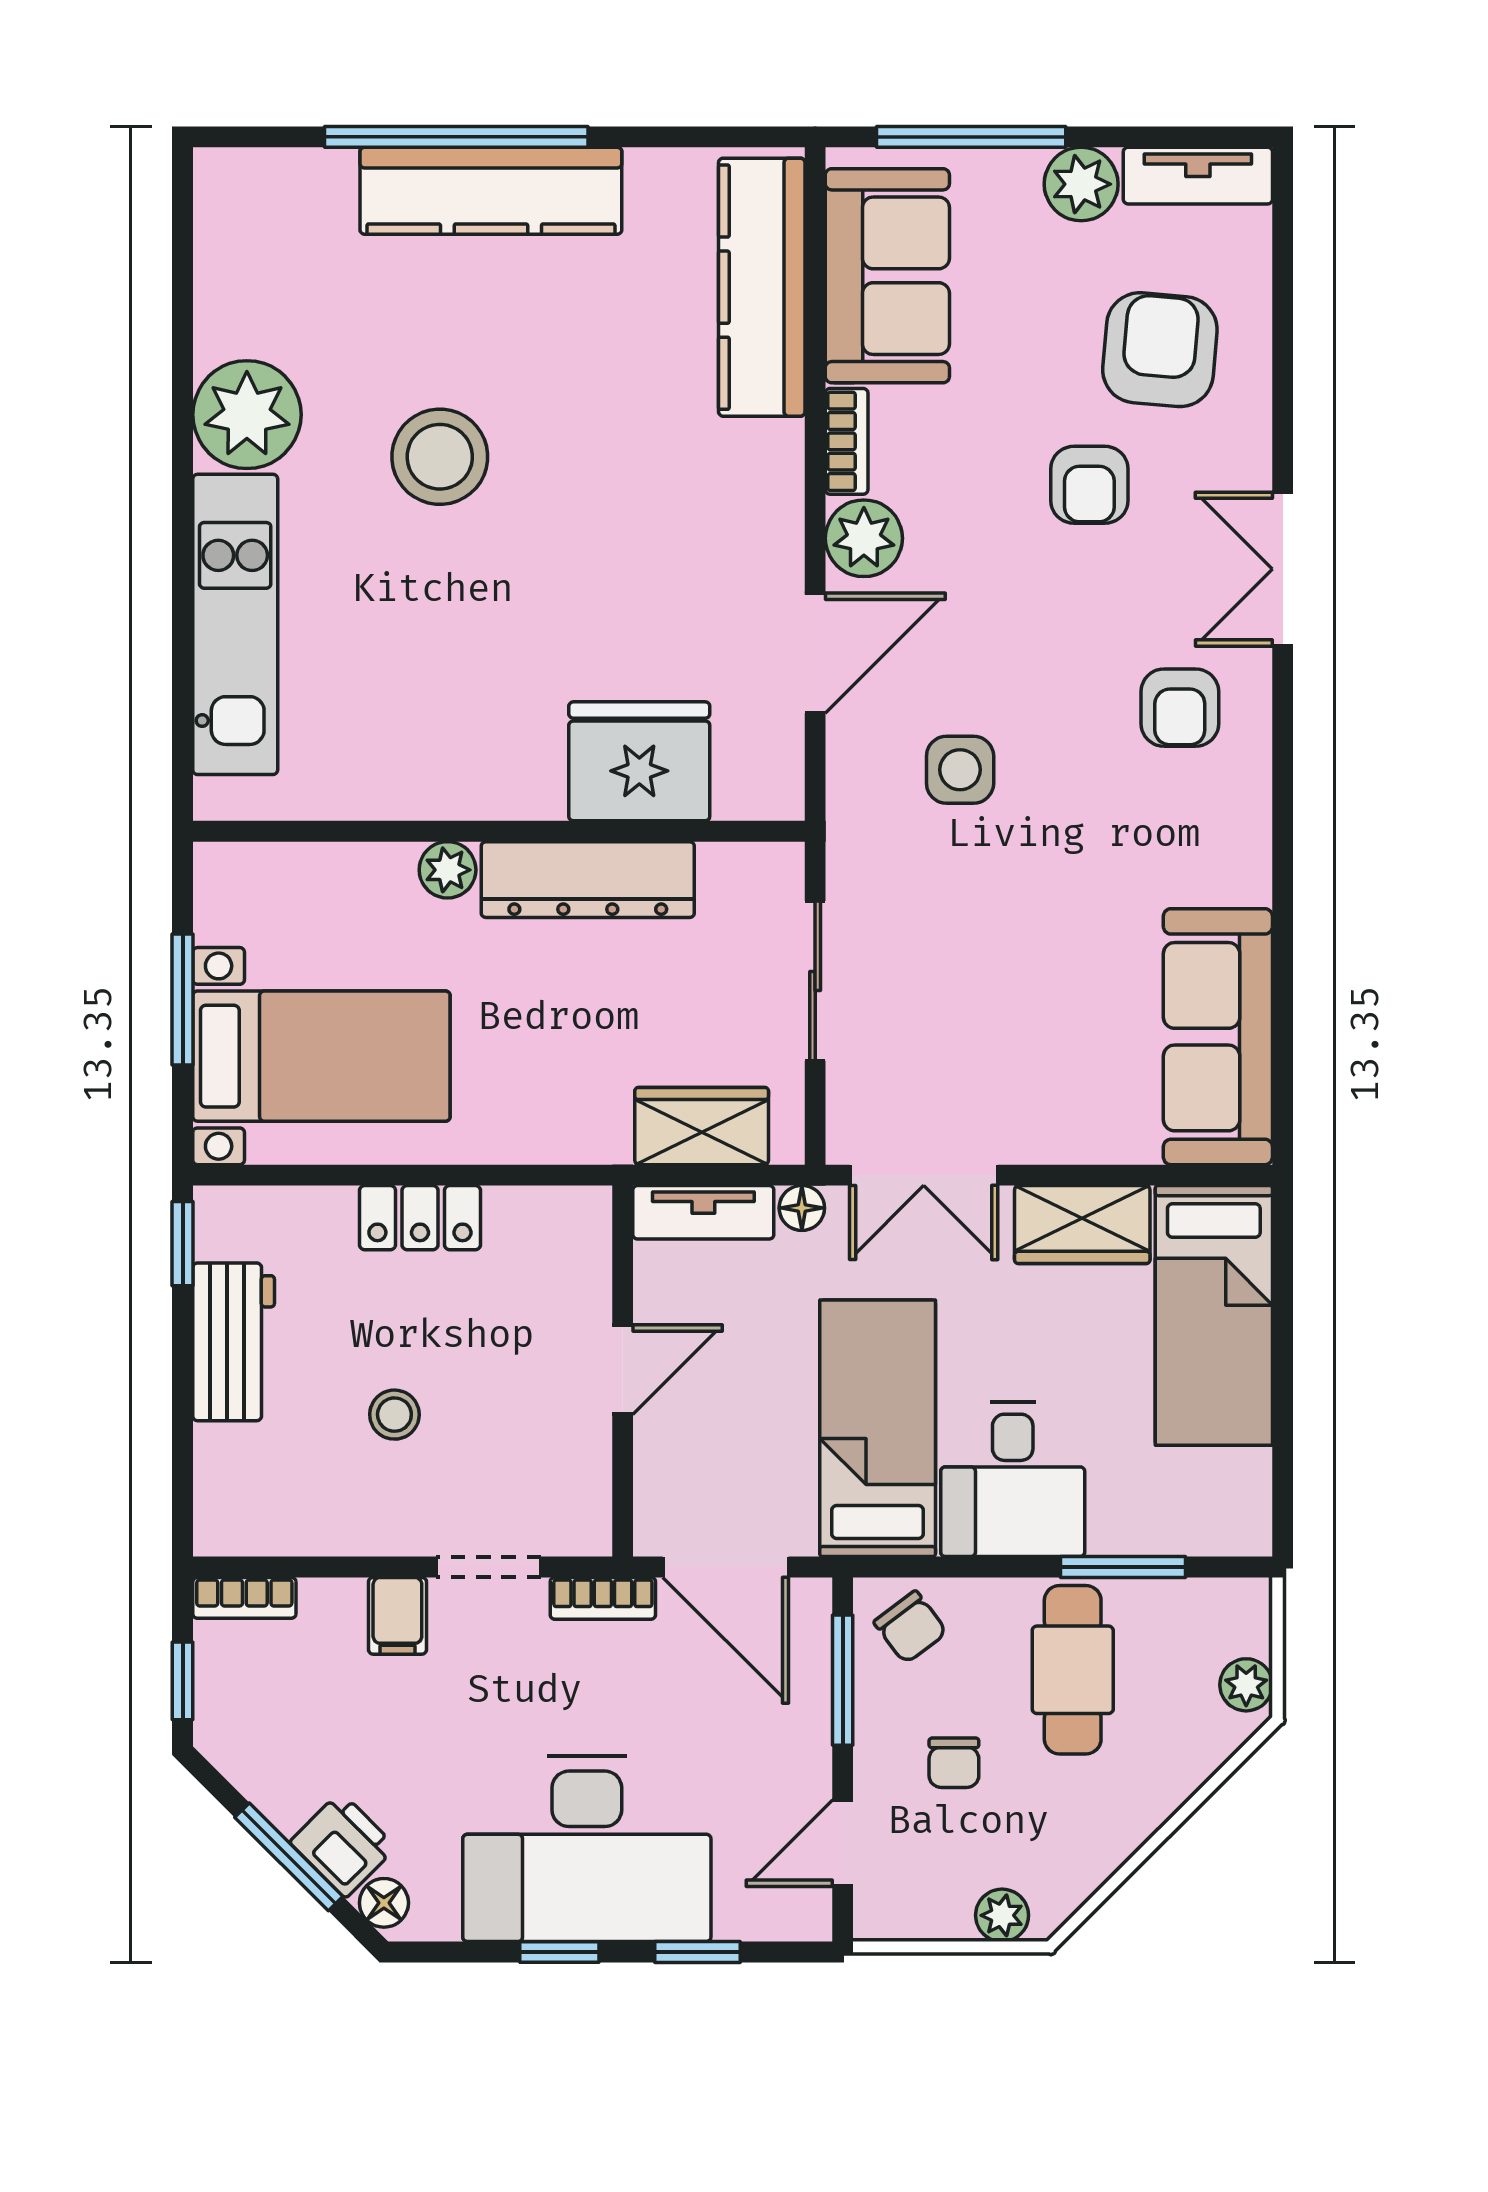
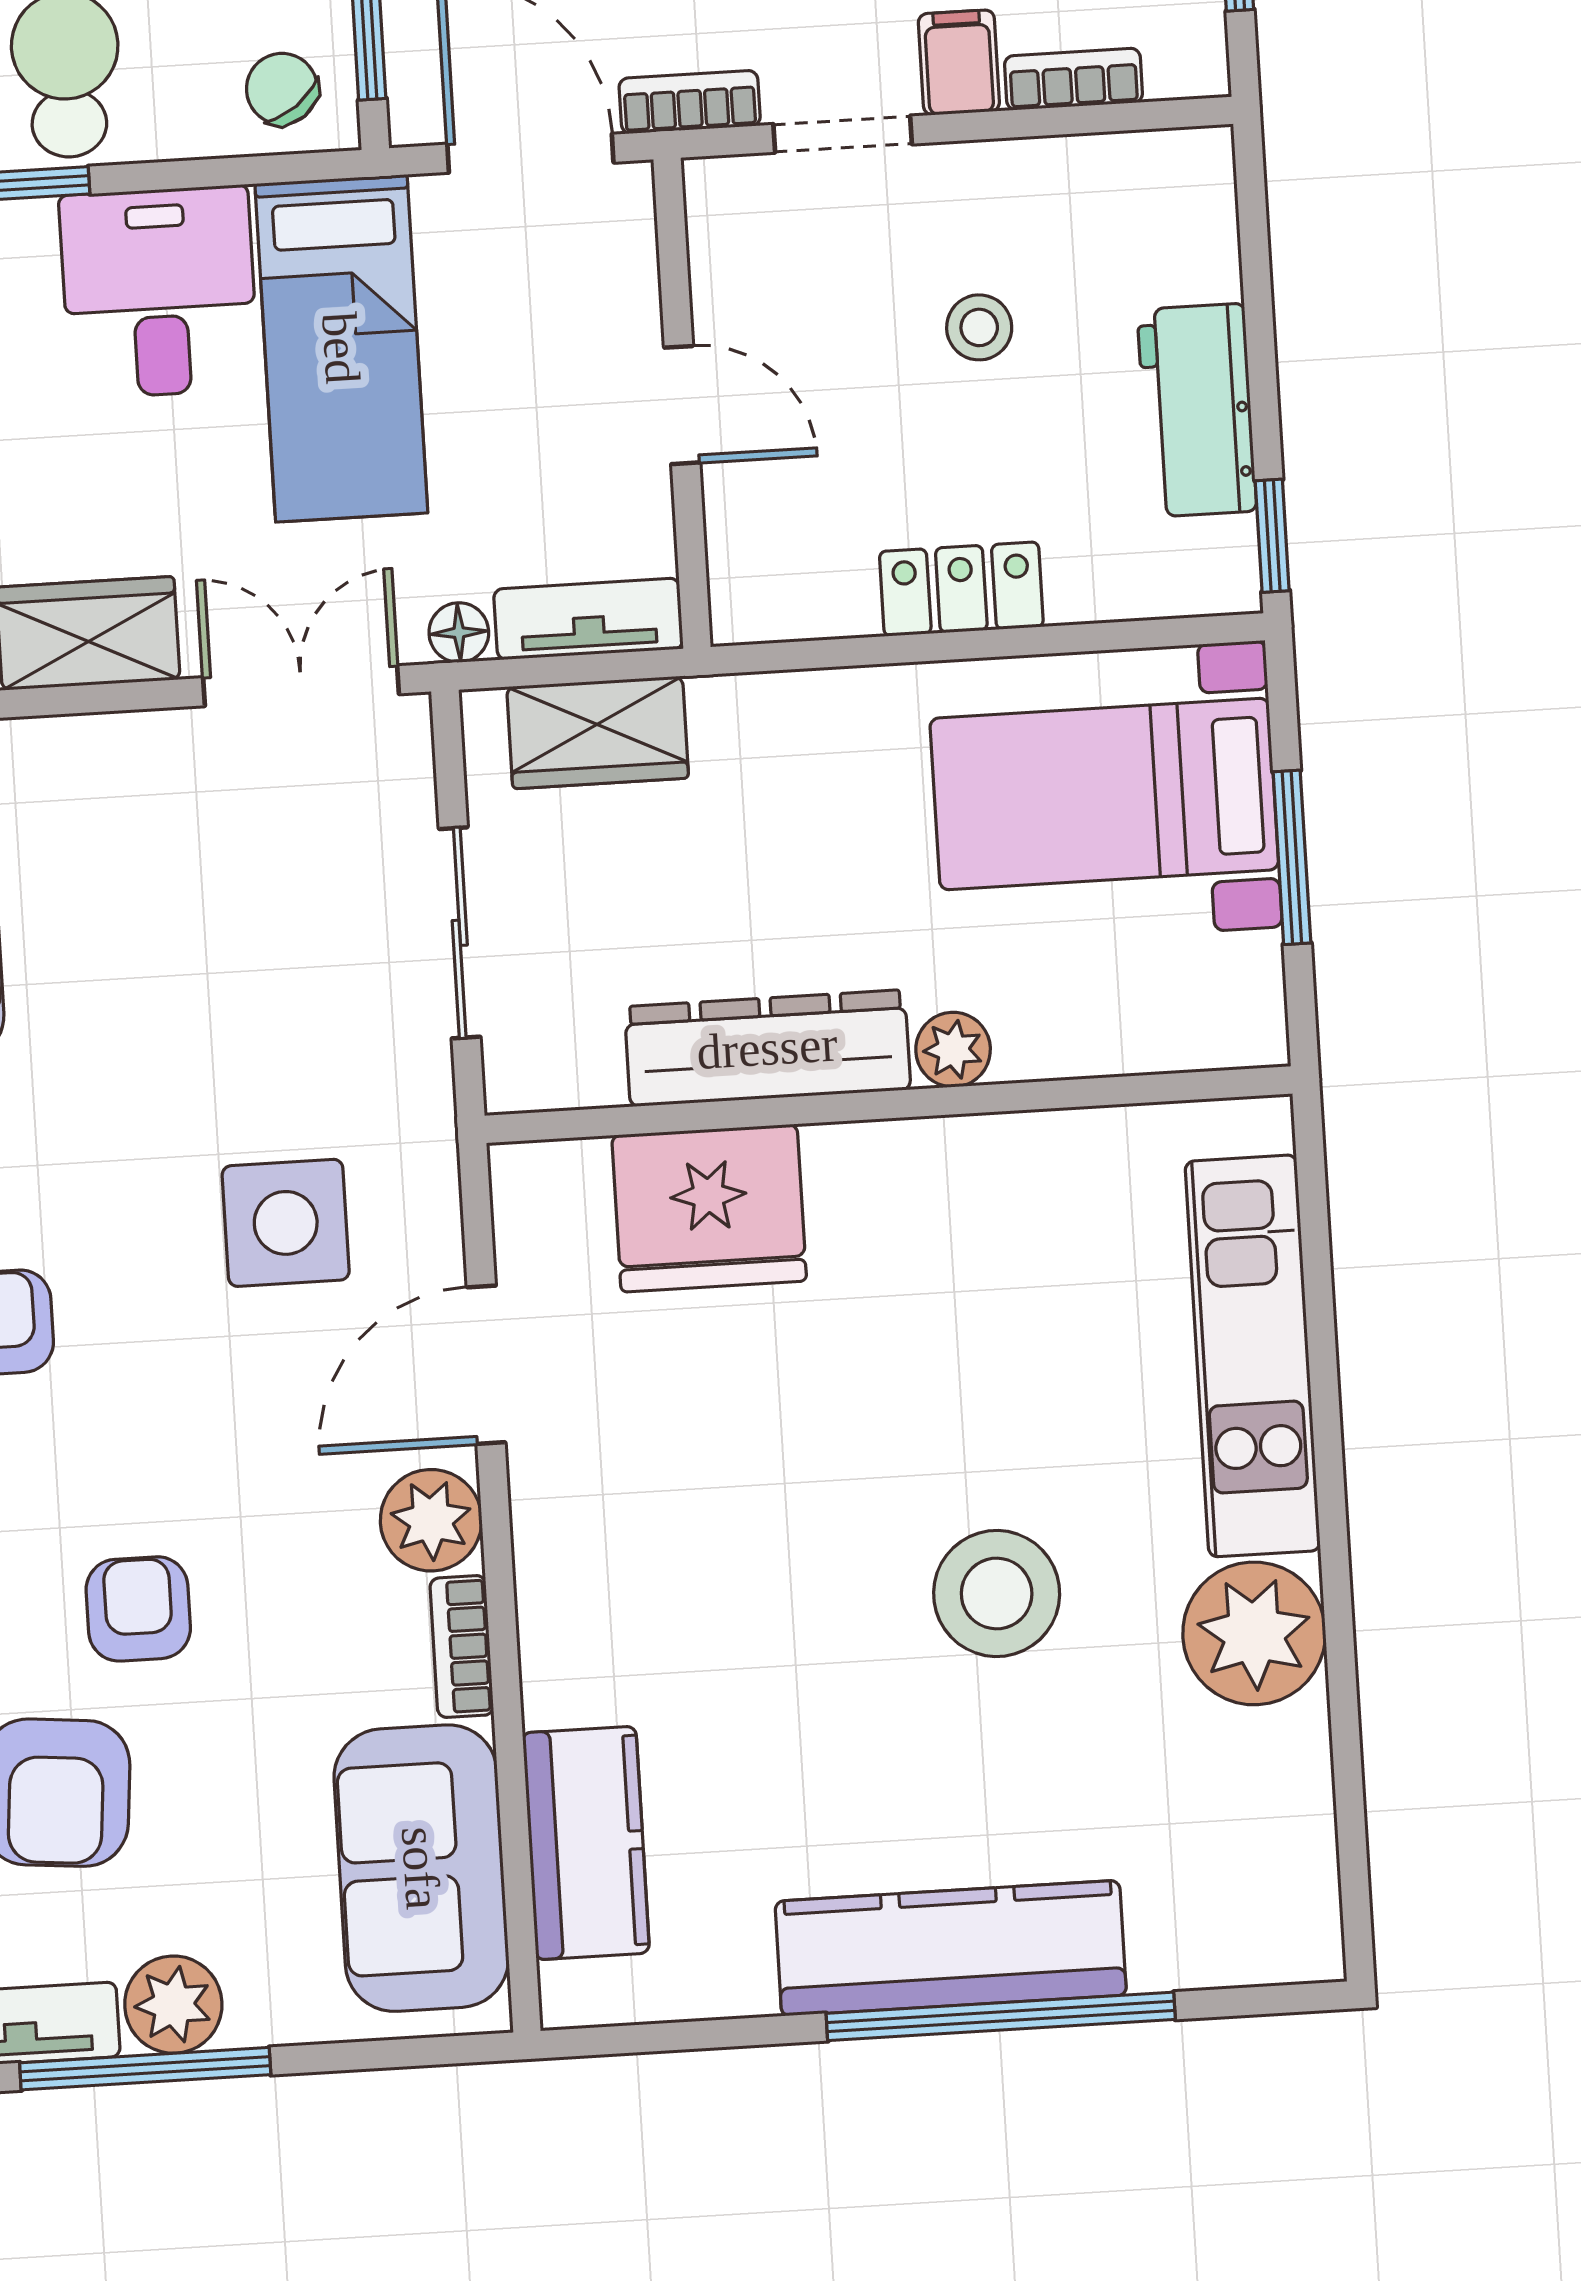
window: (971, 137) -> (145, 2069), moved
kitchen counter: (762, 287) -> (586, 1843), width x0.67
side table: (960, 770) -> (286, 1223), width x1.37, depth x1.37
door: (623, 1370) -> (682, 405), swing flipped
bookcase: (244, 1598) -> (1073, 79), moved

